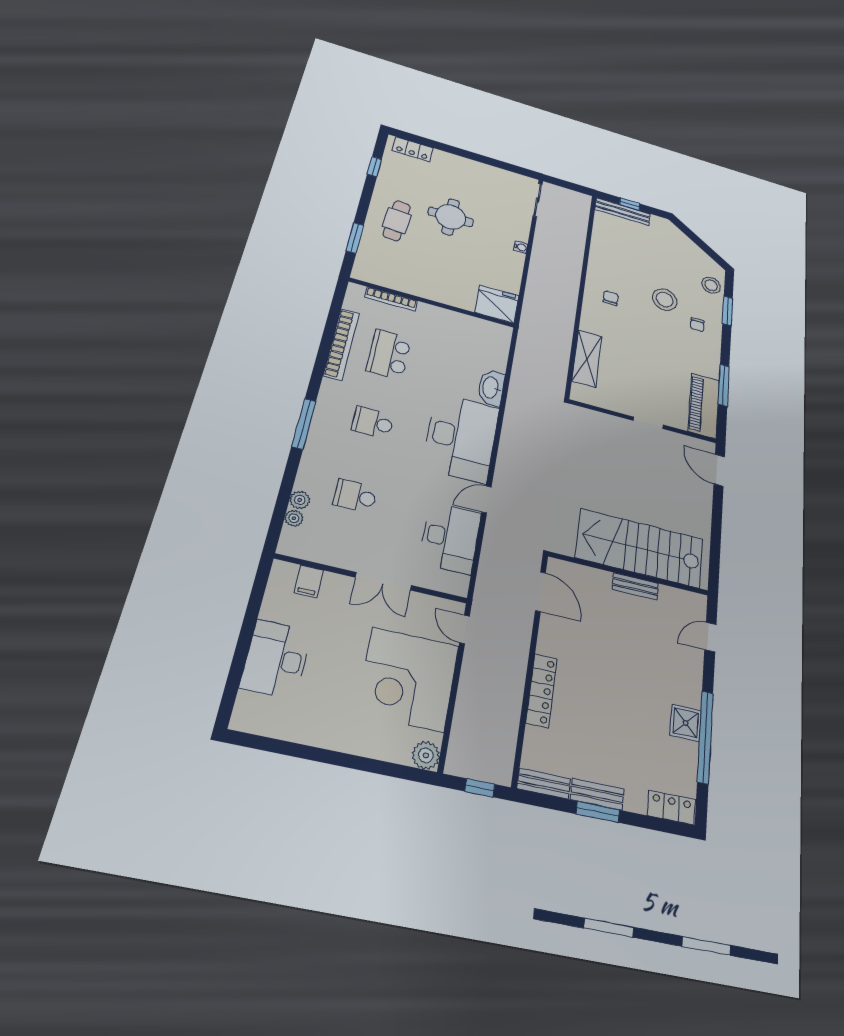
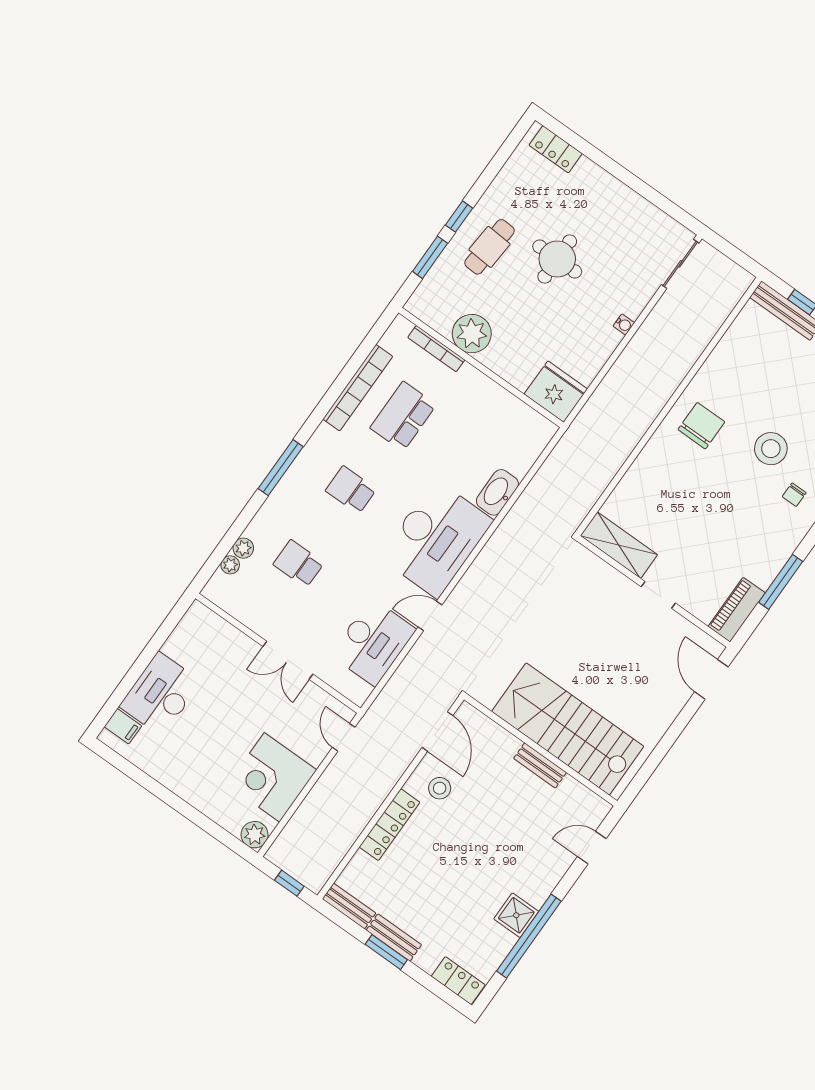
window: (374, 167) -> (459, 217), moved
plant: (413, 282) -> (472, 334), added
chair: (611, 298) -> (701, 426), width x1.87, depth x1.87
shelving: (587, 359) -> (619, 545), moved, turned 90
piano: (704, 406) -> (737, 610), width x0.73, depth x0.75
filing cabinet: (309, 581) -> (123, 726), moved, turned -90
stool: (567, 640) -> (440, 788), added
corner desk: (408, 679) -> (272, 777), width x0.74, depth x0.74

